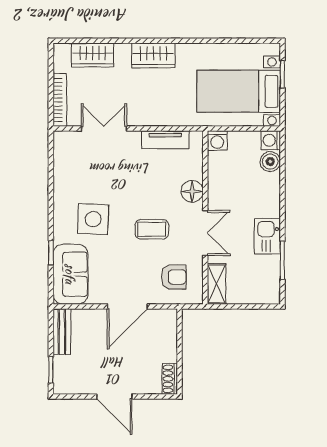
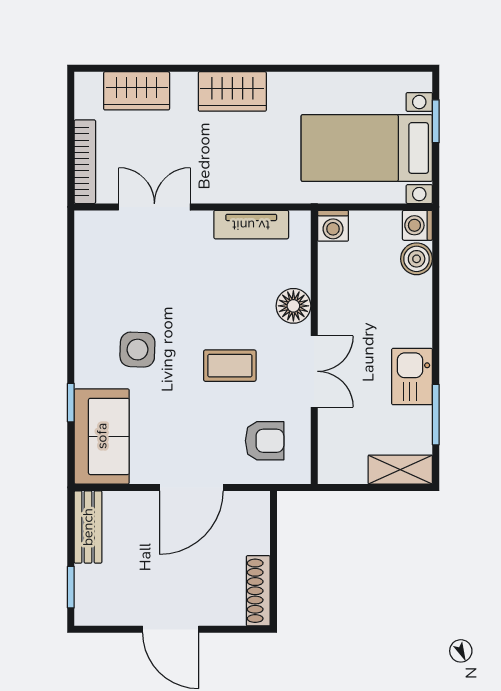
side table: (93, 219) -> (137, 350), width x0.73, depth x0.73
shelving: (217, 284) -> (400, 470), moved, turned 90
shoe rack: (170, 379) -> (258, 591), width x1.43

